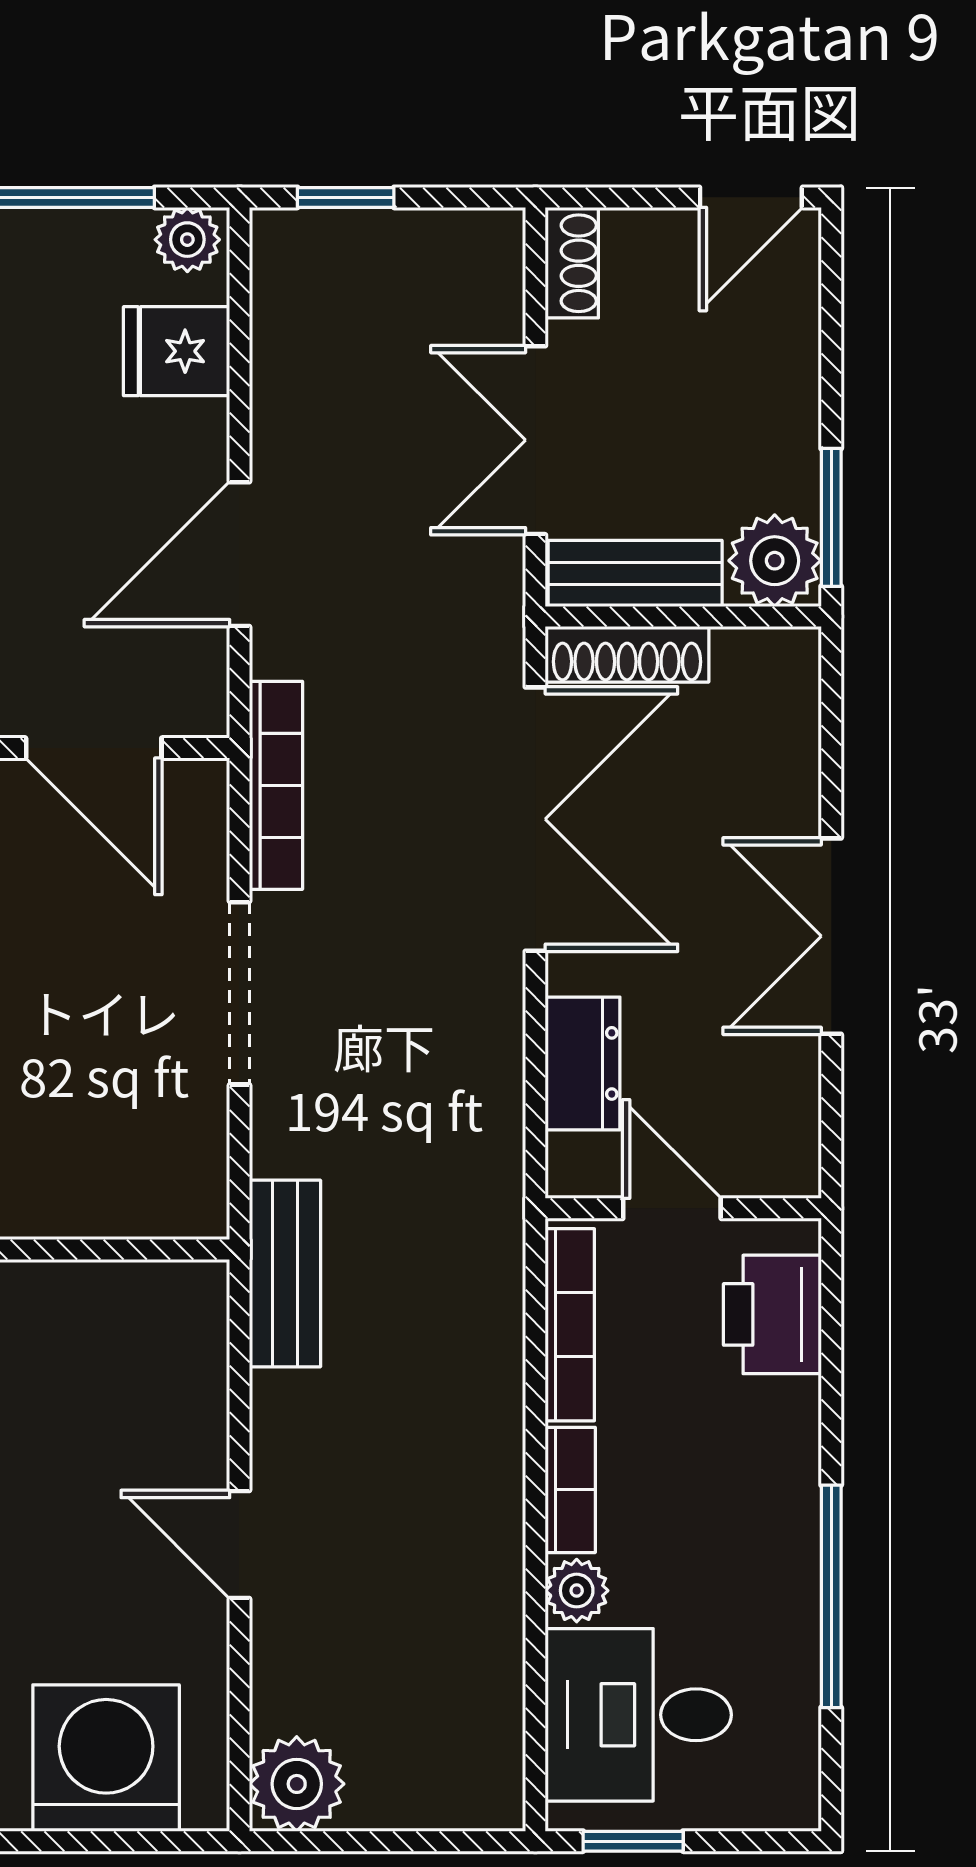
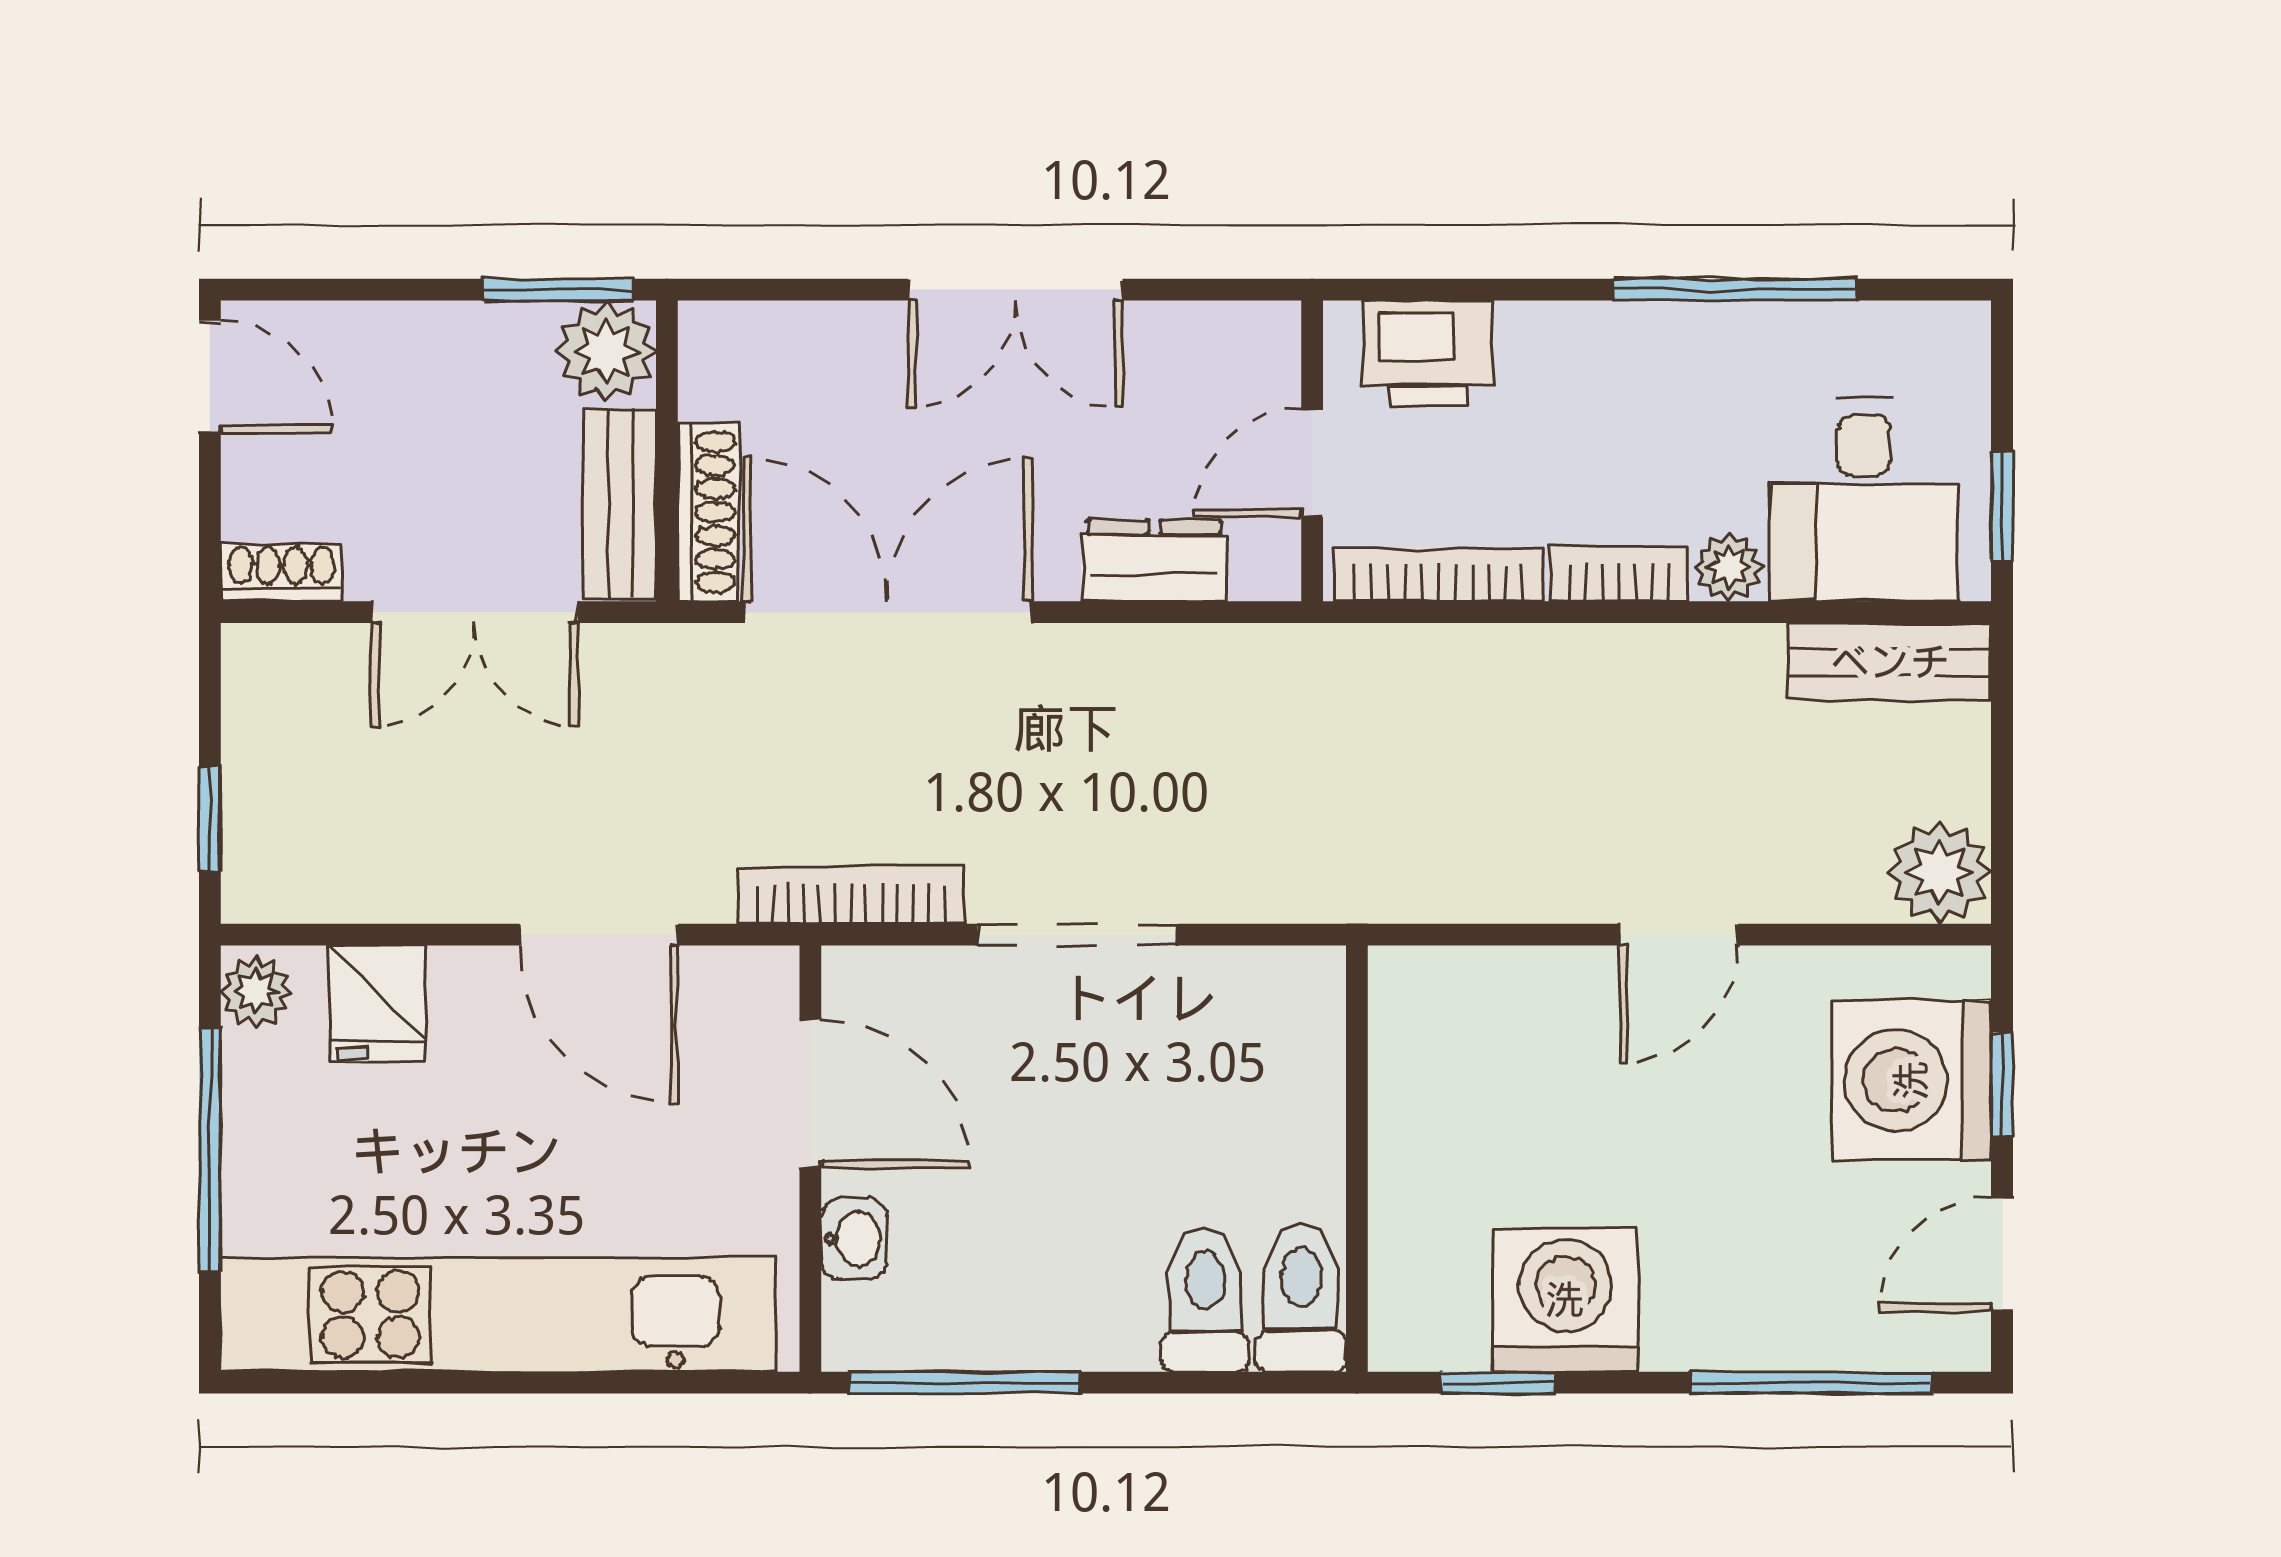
door: (94, 748) -> (810, 1094), hinge flipped
bench: (285, 1273) -> (1890, 662), moved
window: (102, 1841) -> (2002, 1084), added

